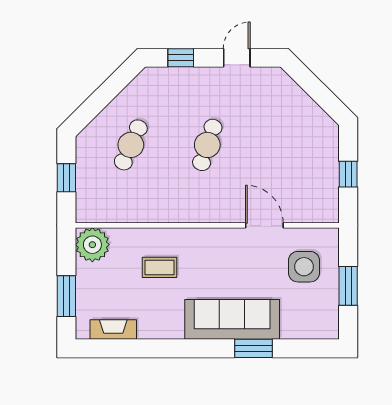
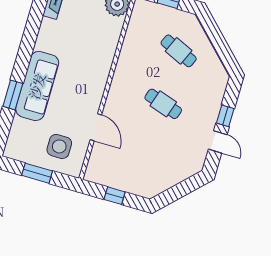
window: (181, 58) -> (225, 116), moved
door: (264, 225) -> (96, 127), hinge flipped
coffee table: (160, 267) -> (88, 46), removed

